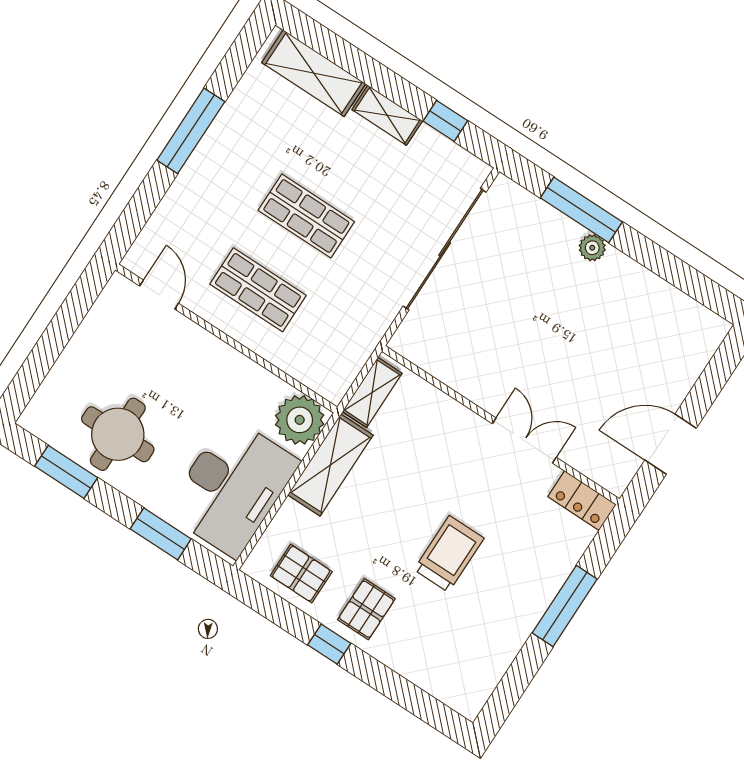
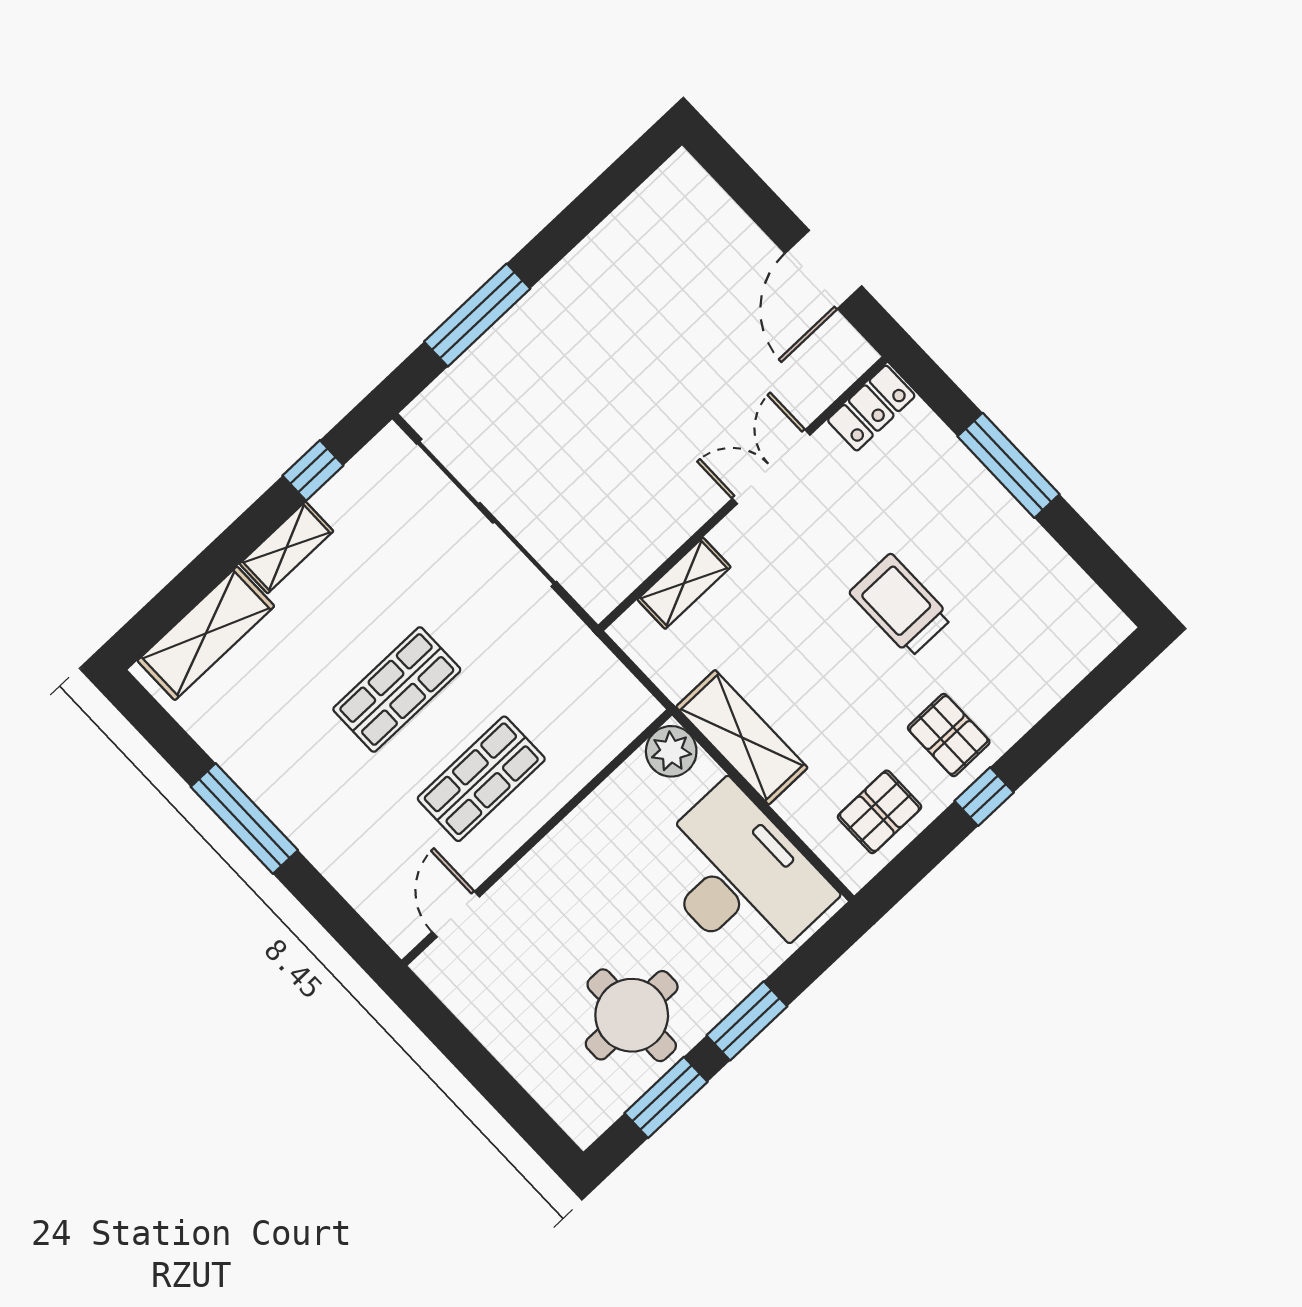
plant: (592, 248) -> (532, 312), removed
door: (159, 295) -> (456, 914), hinge flipped
shelving: (372, 392) -> (684, 583), moved, turned 90
plant: (300, 420) -> (671, 751), width x0.73, depth x0.73
window: (161, 534) -> (747, 1021), moved

